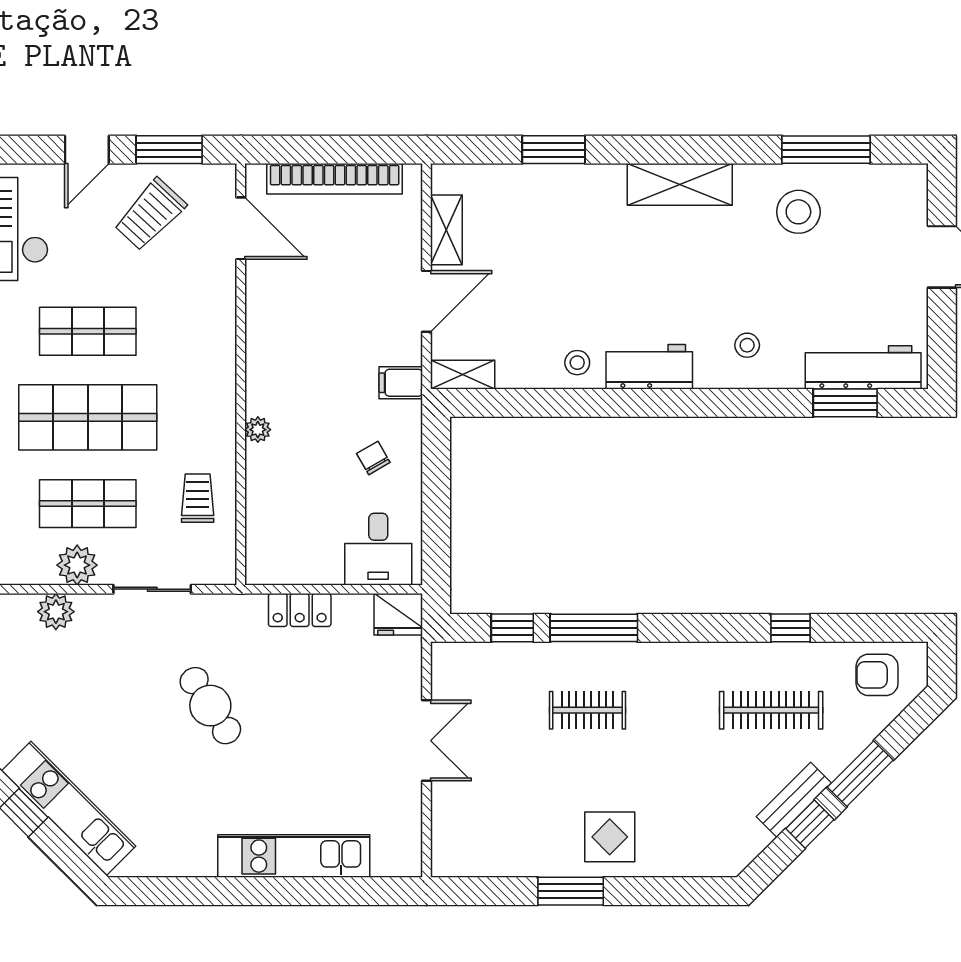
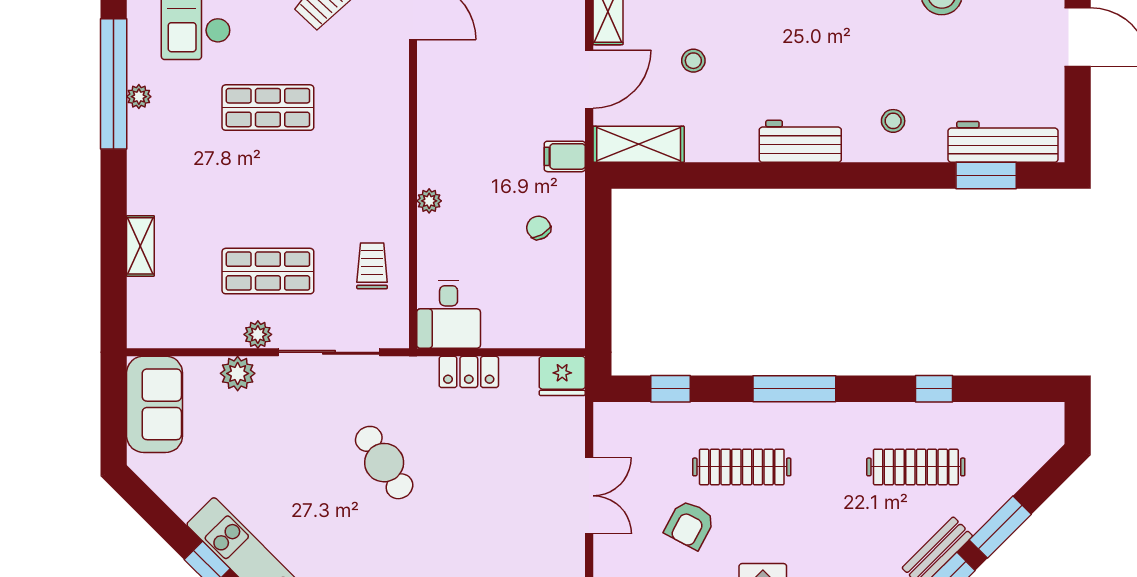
stool: (577, 363) -> (693, 61), moved
shelving: (463, 375) -> (639, 144), width x1.50, depth x1.33
shop shelf: (88, 417) -> (268, 189), removed
desk: (378, 549) -> (449, 314), moved
plant: (77, 565) -> (258, 334), width x0.73, depth x0.73
sliding door: (152, 589) -> (329, 352), width x1.37
window: (594, 628) -> (794, 389), moved
armchair: (877, 675) -> (690, 525), moved, turned -62
clothes rail: (588, 710) -> (742, 467), width x1.36

